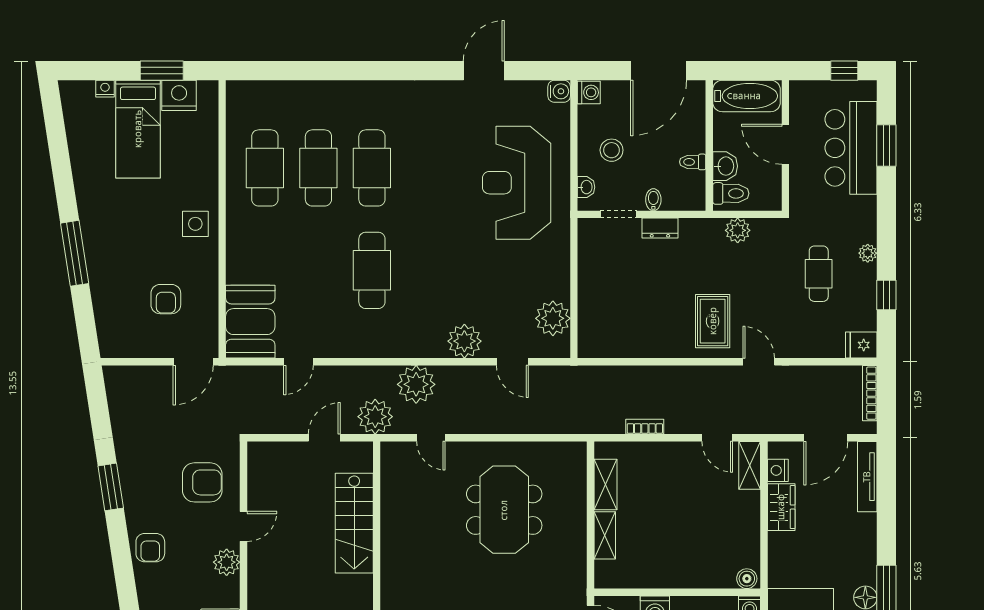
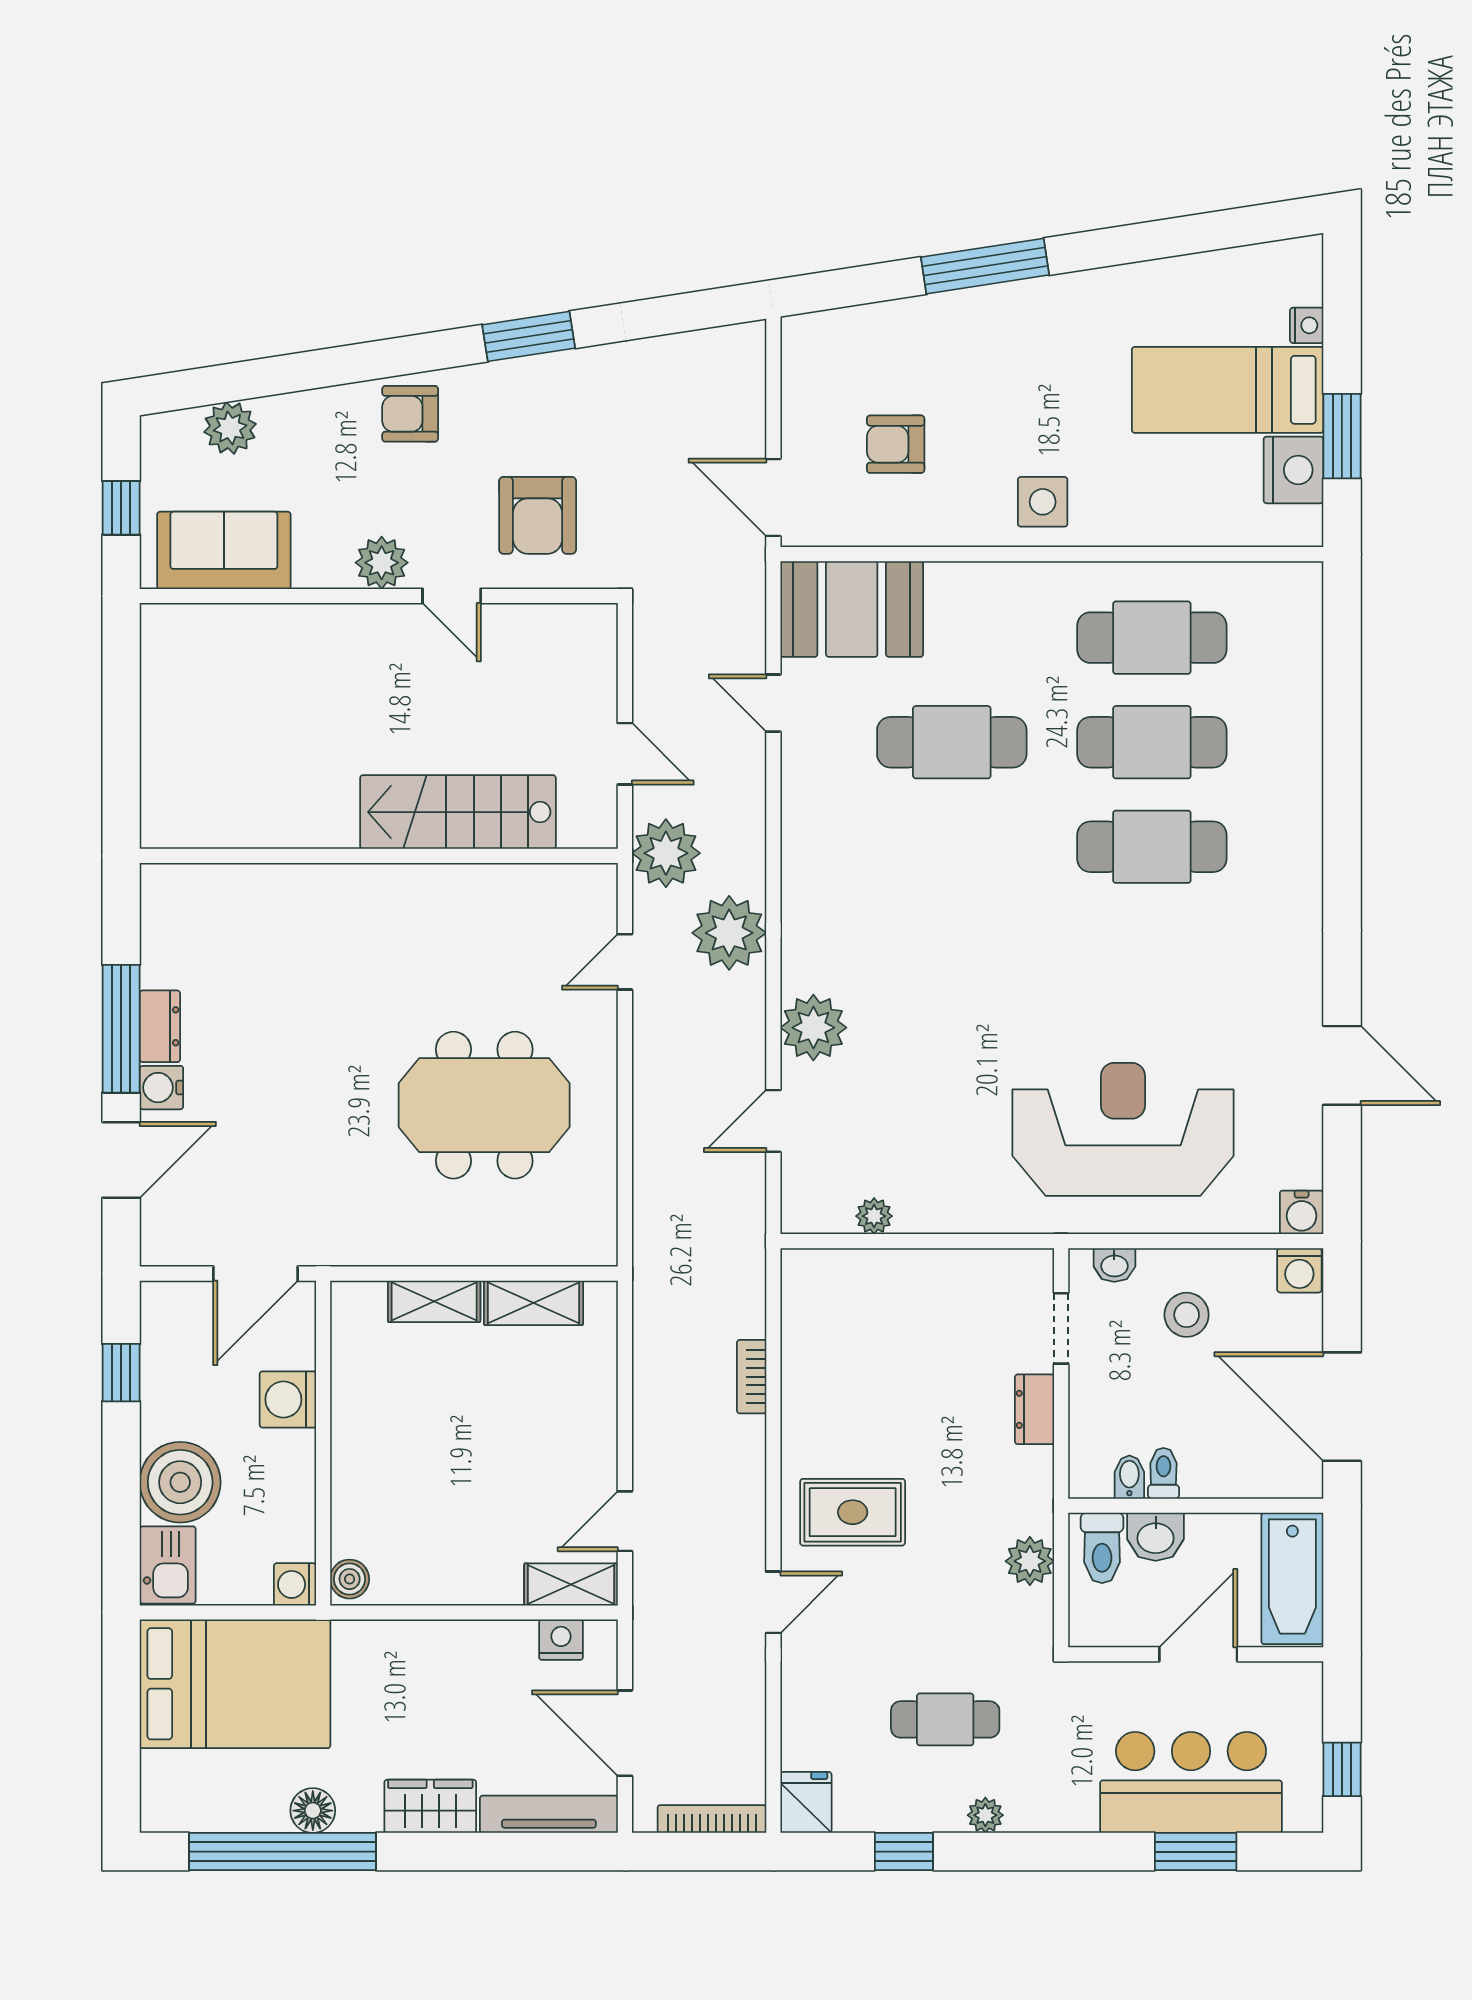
bidet: (653, 200) -> (1129, 1477), moved, turned -90
cafe table: (372, 270) -> (952, 742), moved
plant: (553, 318) -> (874, 1216), width x0.53, depth x0.53
bookcase: (645, 427) -> (752, 1377), moved, turned 180
wardrobe: (781, 507) -> (430, 1806), moved, turned 180

